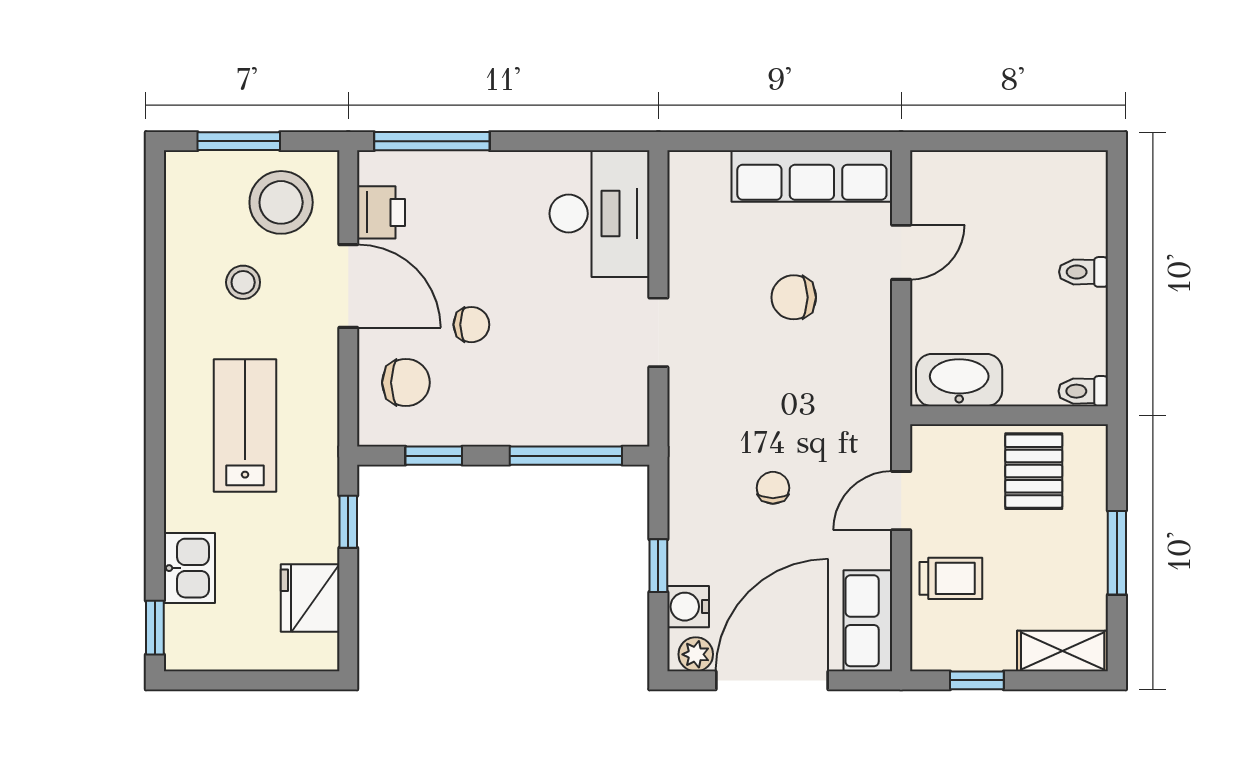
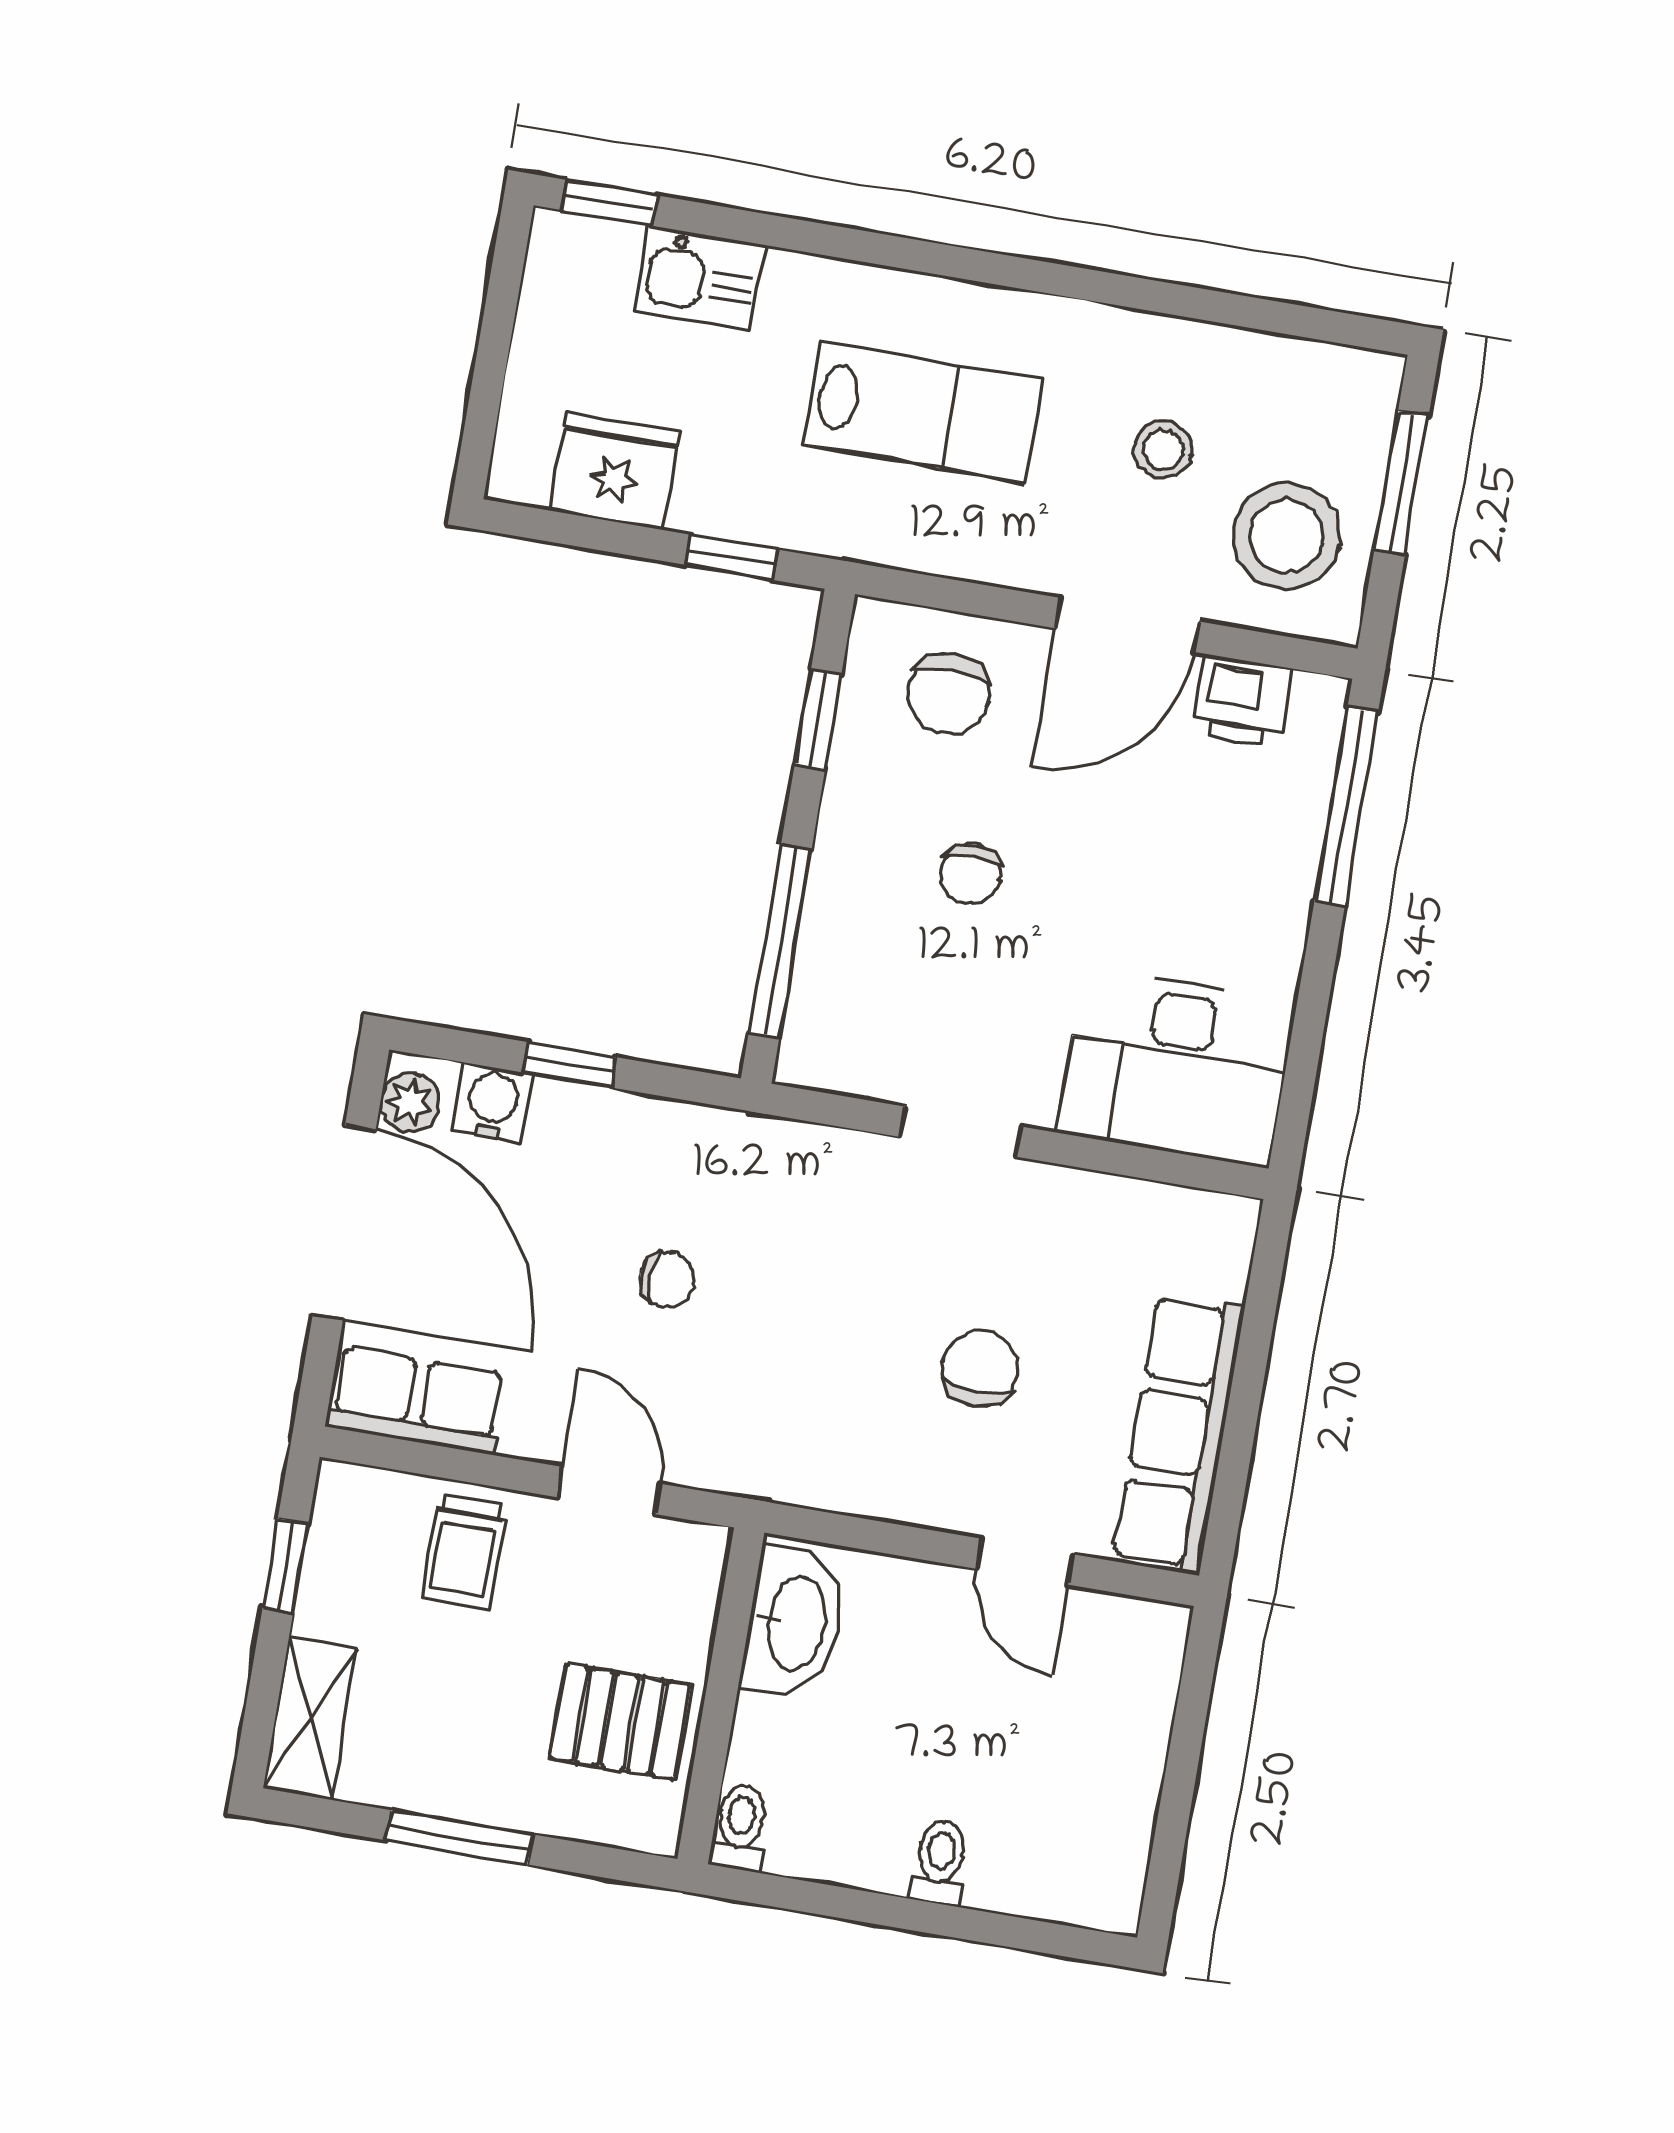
chair: (471, 325) -> (971, 874), moved

